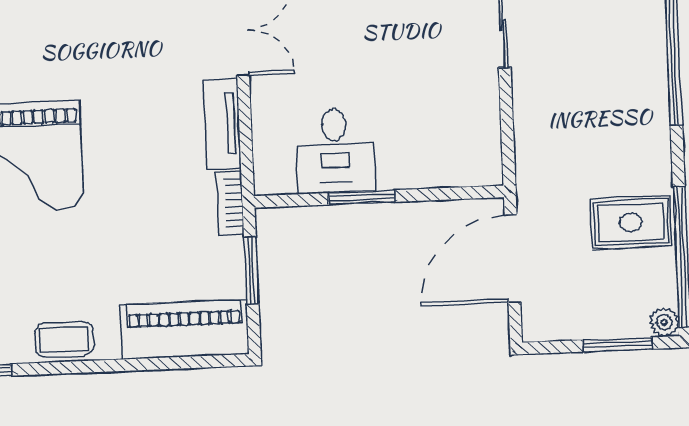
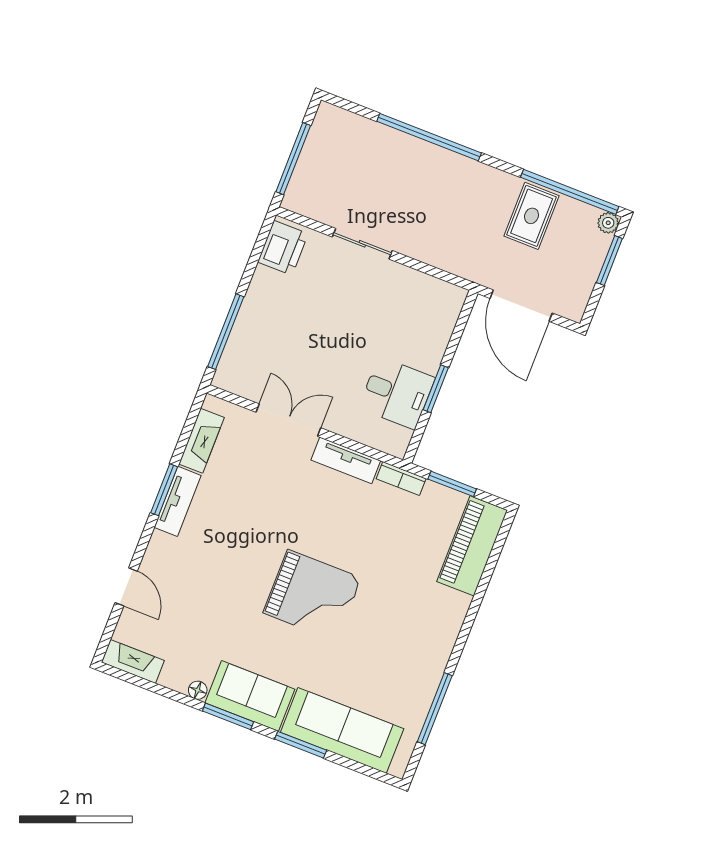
coffee table: (64, 339) -> (444, 629), removed

